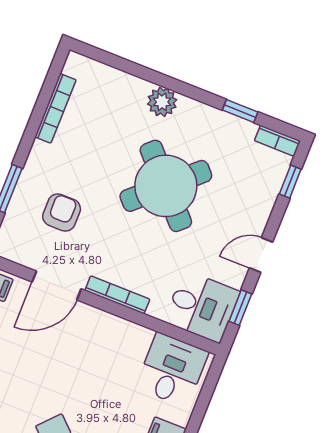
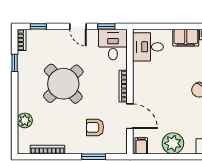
plant: (162, 102) -> (25, 120), moved

